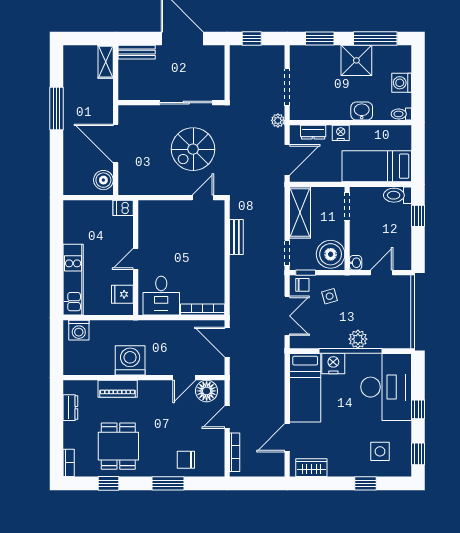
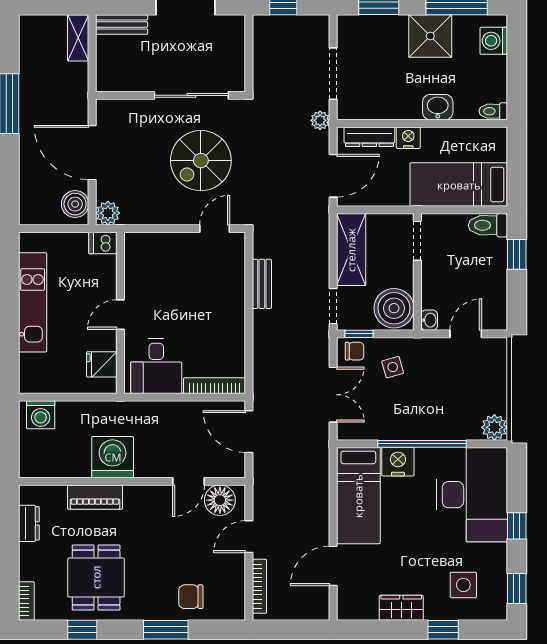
washing machine: (402, 83) -> (494, 41), moved
dresser: (313, 132) -> (369, 137), width x1.44
plant: (127, 187) -> (108, 213), added
kitchen unit: (73, 280) -> (33, 302), moved
plant: (358, 339) -> (494, 427), moved
wardrobe: (311, 468) -> (401, 608), moved

